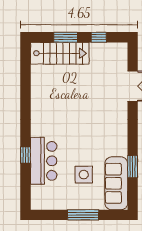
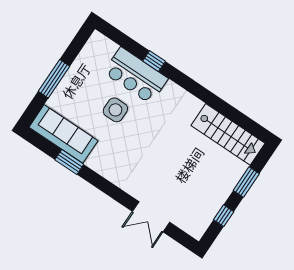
stairs: (60, 53) -> (228, 134), moved, turned -90
side table: (84, 175) -> (115, 110), moved

